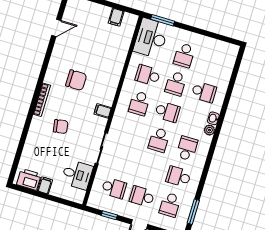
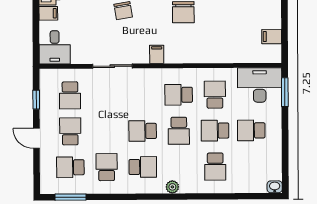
washbasin: (213, 118) -> (275, 187), moved
desk: (77, 175) -> (55, 47), moved

